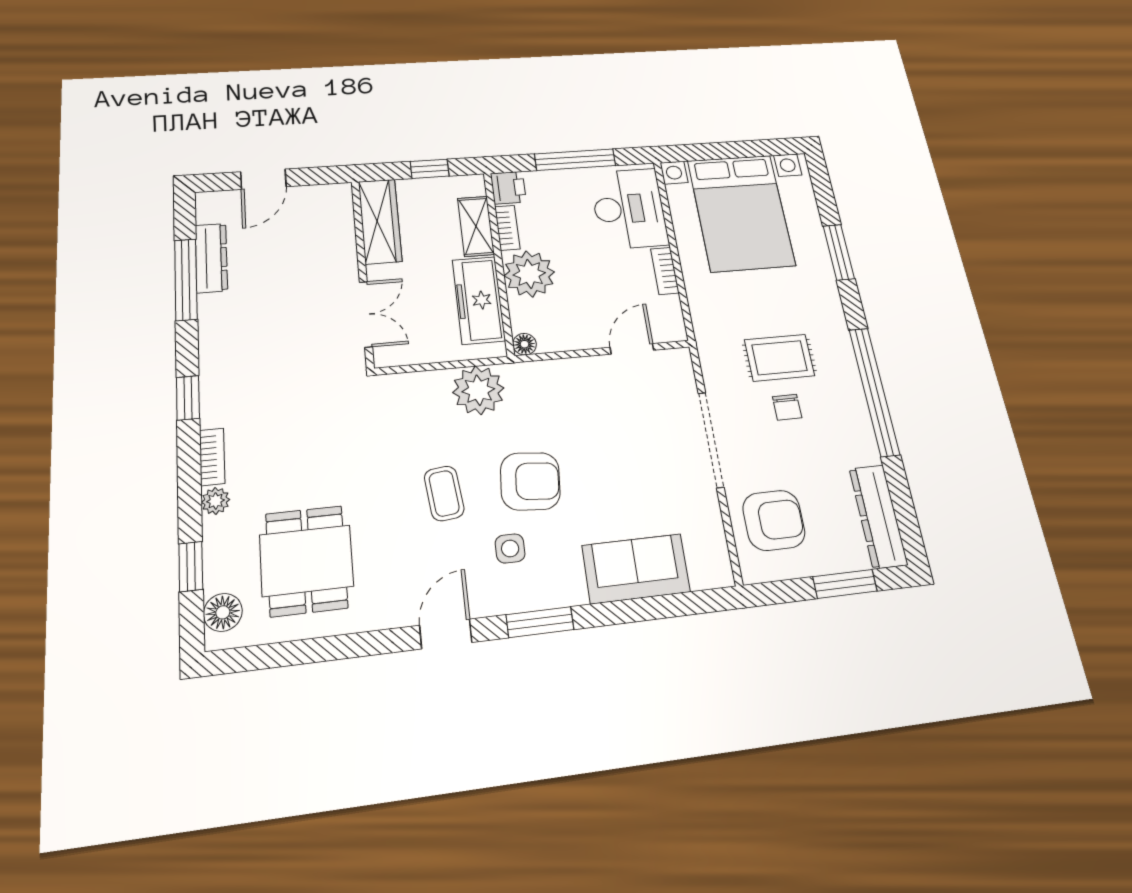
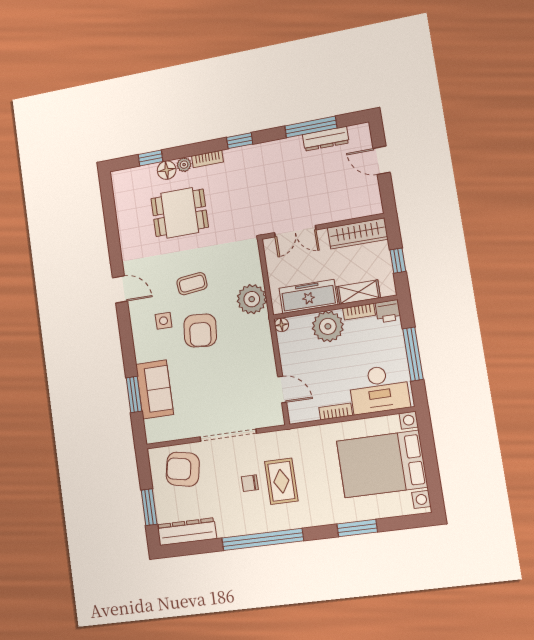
armchair: (774, 520) -> (183, 469), turned 101
dining table: (306, 561) -> (180, 213), moved
floor lamp: (223, 612) -> (167, 170), moved
window: (540, 622) -> (134, 395), moved

